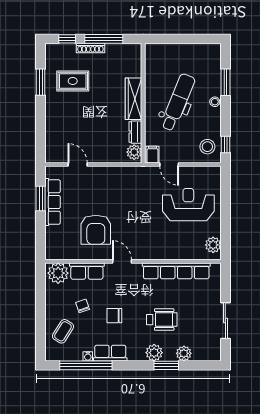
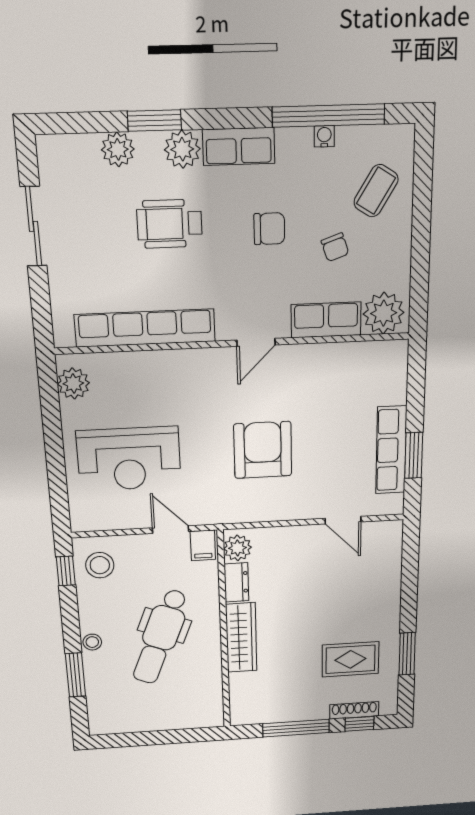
shoe rack: (90, 48) -> (354, 710), moved
armchair: (96, 230) -> (263, 450), moved
door: (122, 261) -> (256, 342), hinge flipped
row of seats: (110, 353) -> (239, 146), moved

